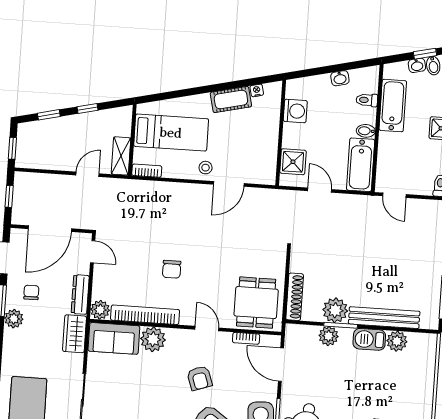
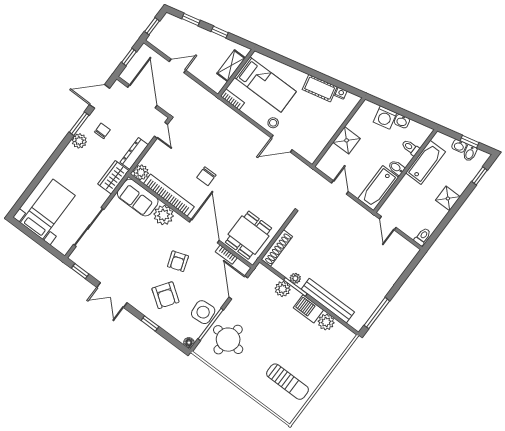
washing machine: (295, 111) -> (385, 117), moved, turned 77
shelving: (121, 156) -> (231, 66), moved
shower: (293, 162) -> (347, 140), moved
door: (87, 174) -> (177, 66), moved
door: (50, 229) -> (142, 96), swing flipped
plant: (335, 310) -> (295, 278), width x0.53, depth x0.53
door: (207, 329) -> (204, 231), width x1.87

